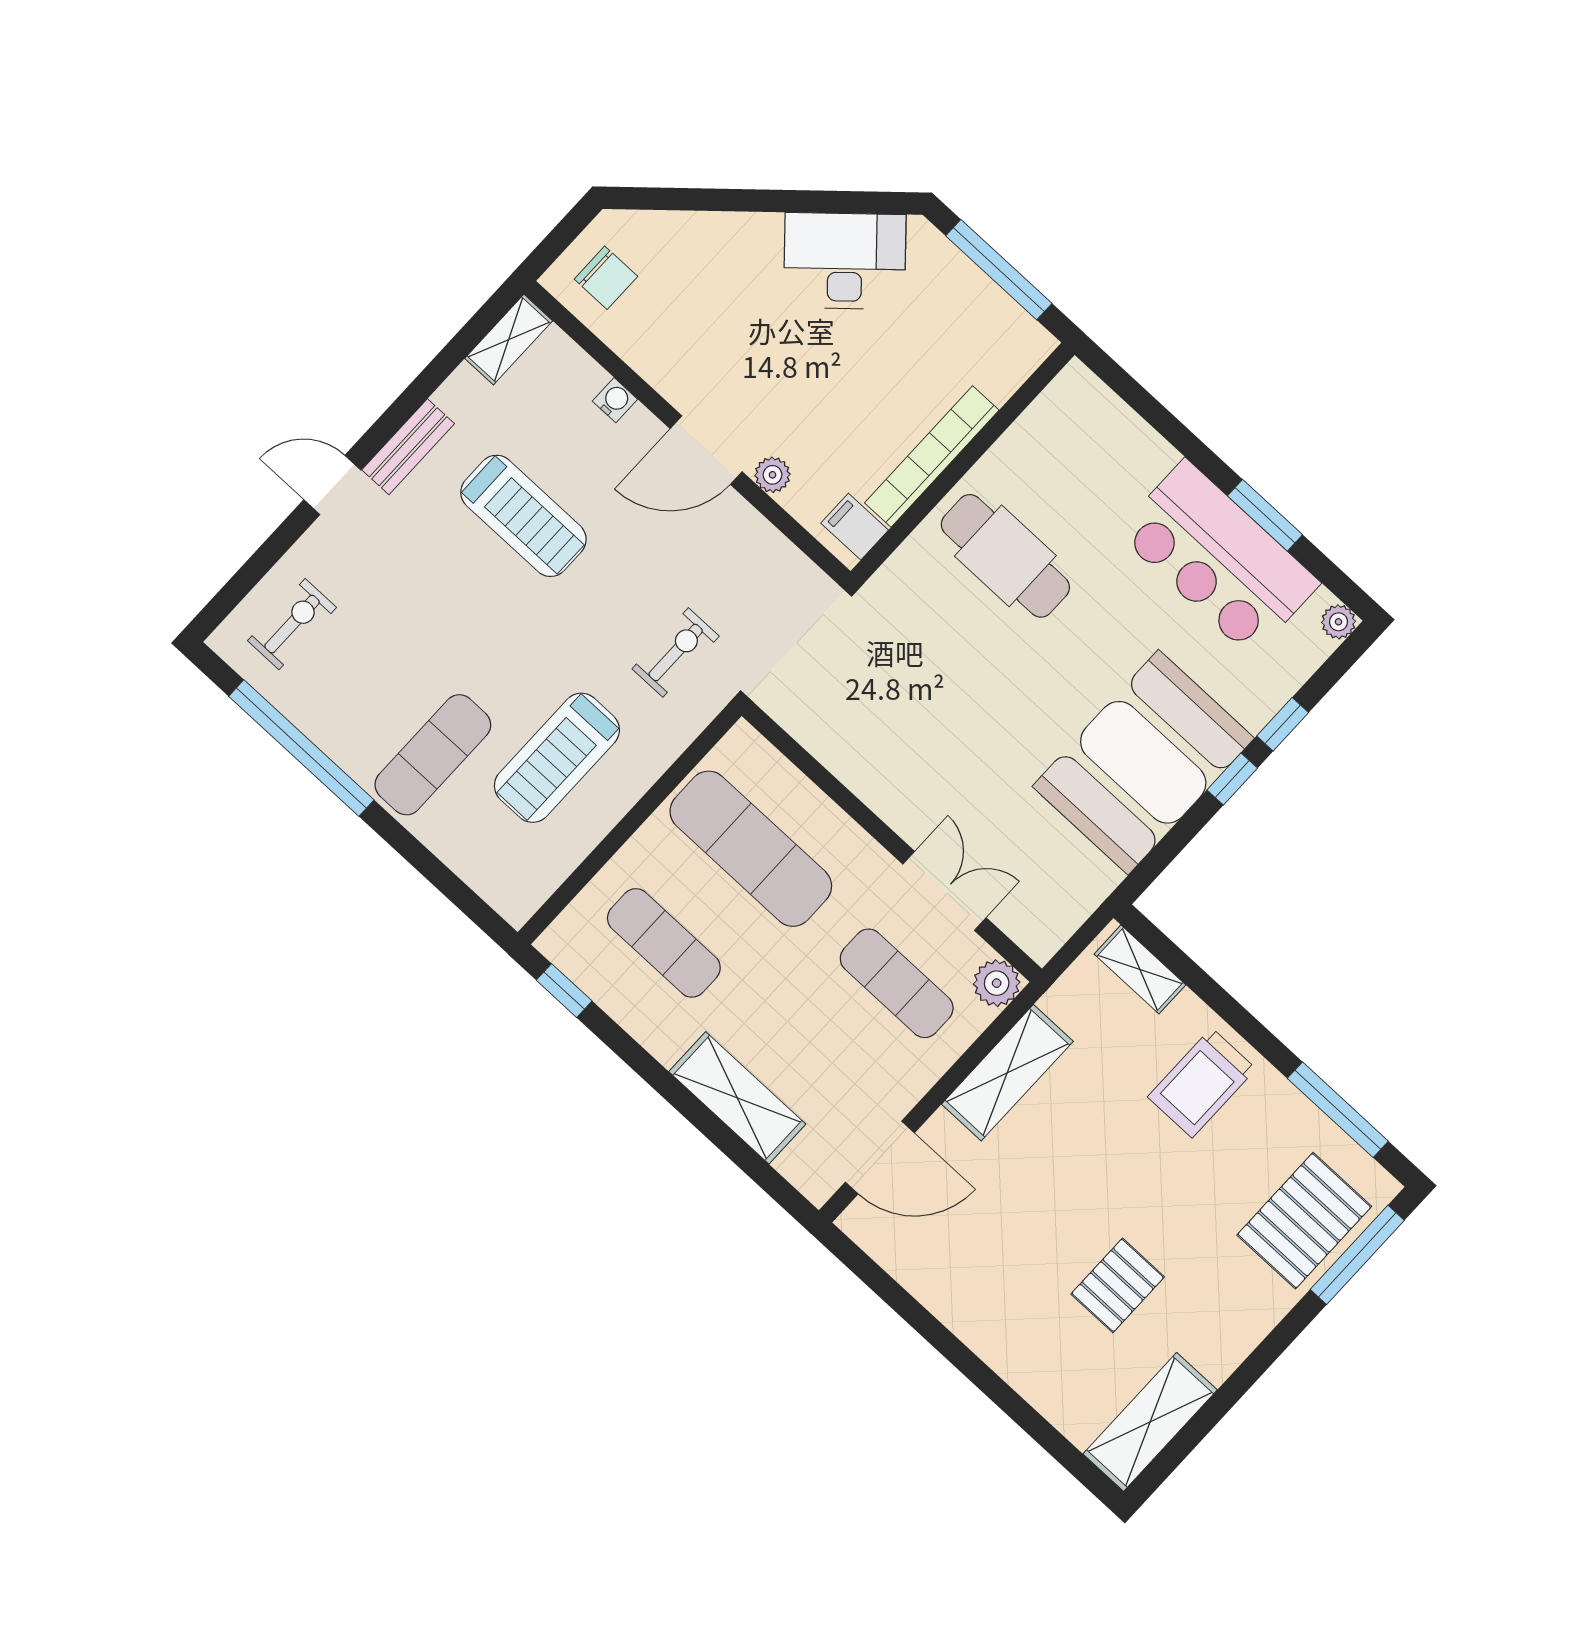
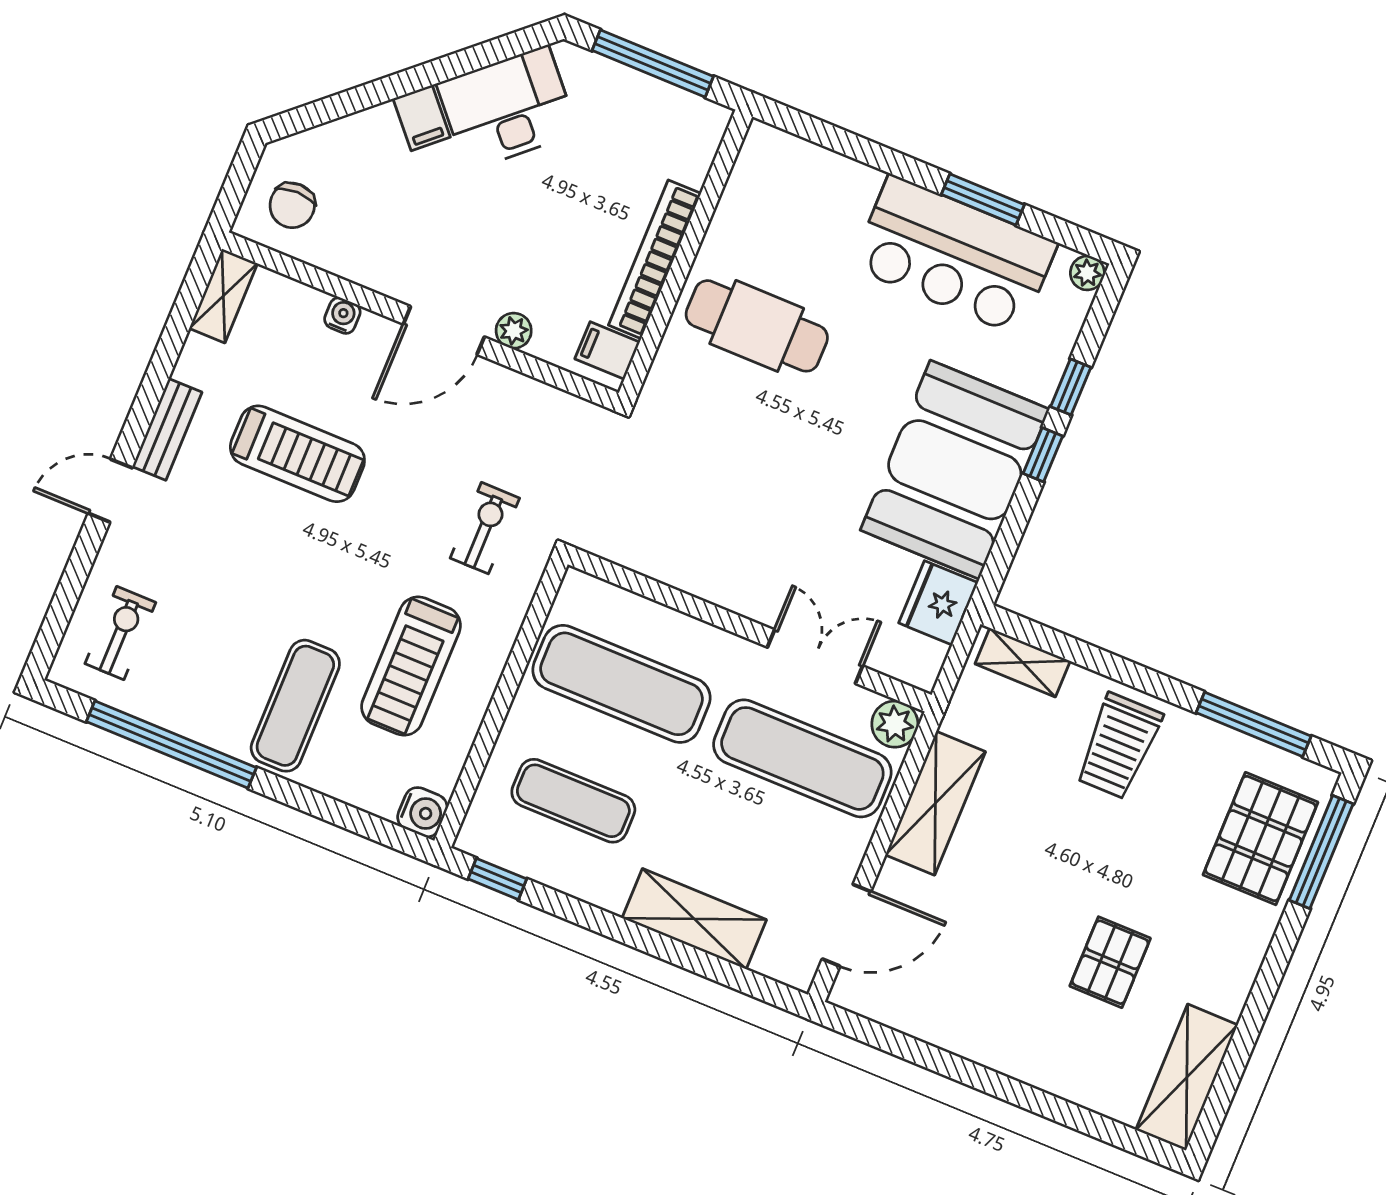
filing cabinet: (760, 240) -> (422, 118), added
chair: (606, 278) -> (292, 205), turned 90
fridge: (1081, 883) -> (938, 603), added
water cooler: (516, 901) -> (422, 812), added
exercise mat: (897, 983) -> (802, 758), width x1.36, depth x1.45

